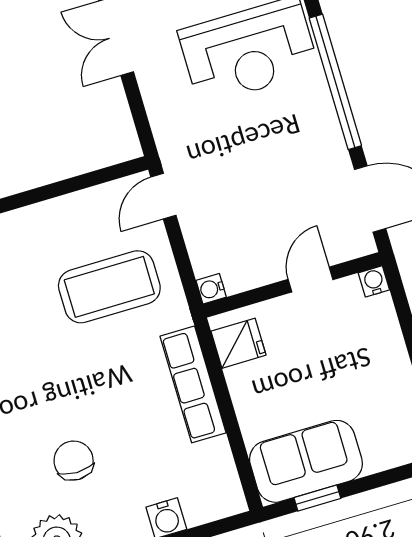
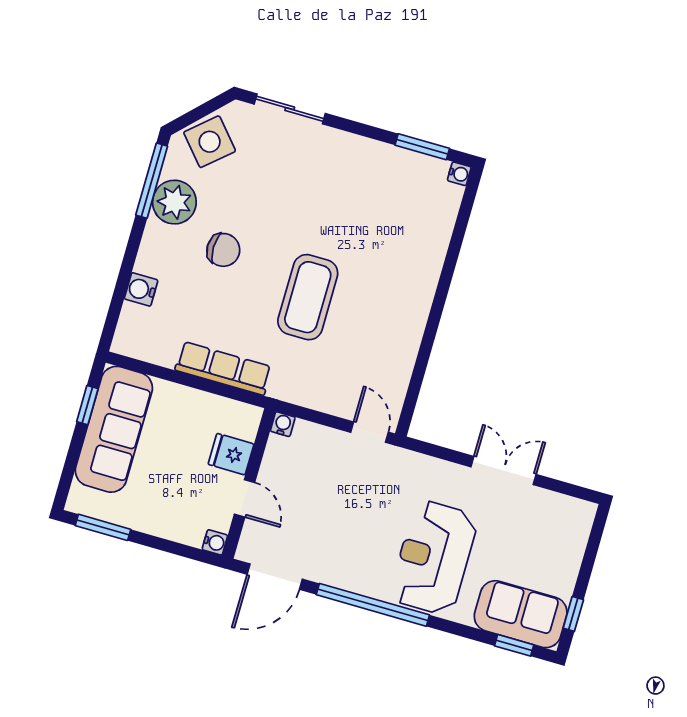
coffee table: (109, 287) -> (308, 297), moved
fridge: (238, 343) -> (231, 454), moved, turned 90
sofa: (306, 461) -> (114, 429), width x1.36

